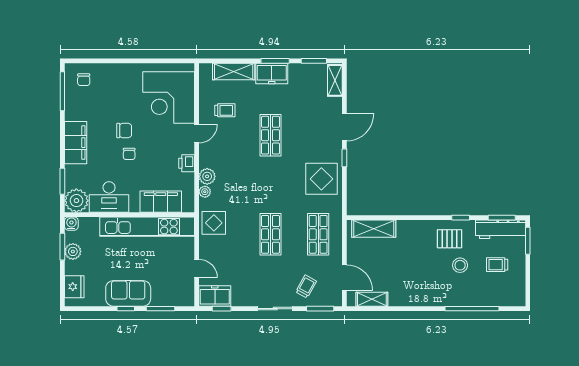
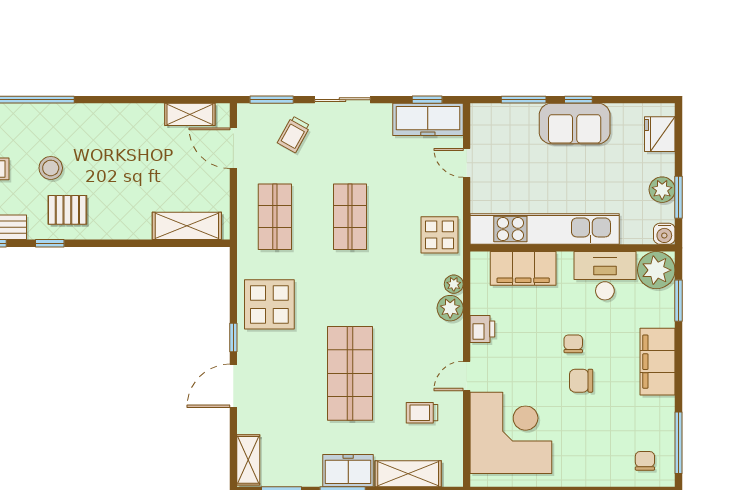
shop shelf: (270, 135) -> (350, 373), width x1.43, depth x1.36
freezer: (215, 296) -> (428, 119), width x1.40

